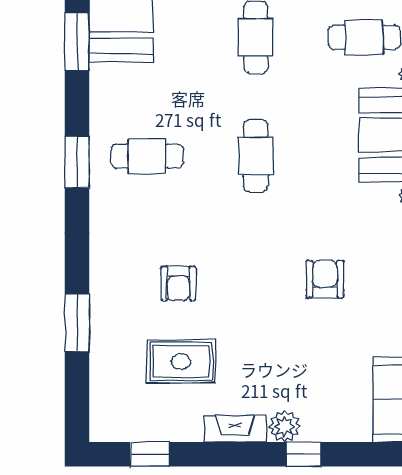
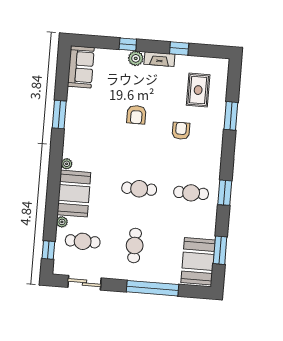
cafe table: (256, 156) -> (139, 189), turned 90
armchair: (325, 279) -> (136, 115), moved
rug: (181, 361) -> (198, 90), moved, turned 90
window: (150, 454) -> (179, 48), moved

